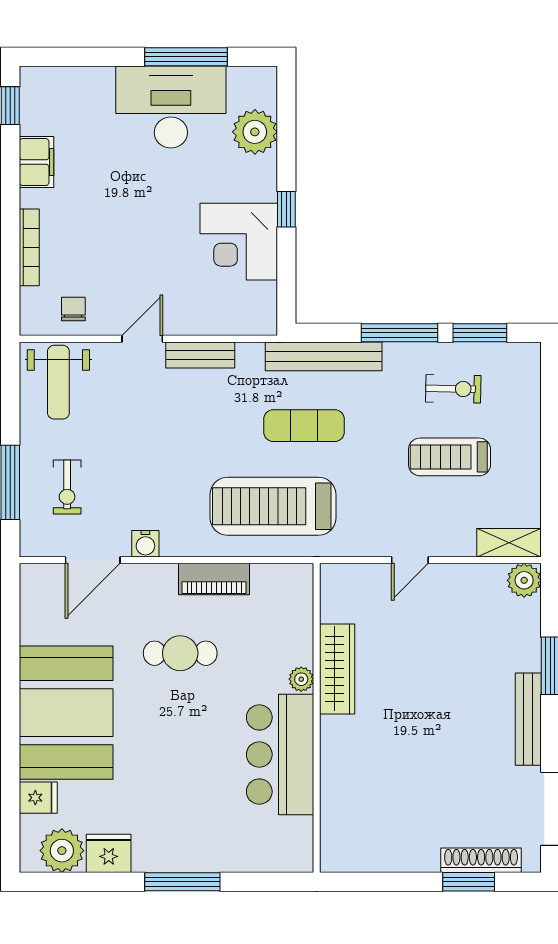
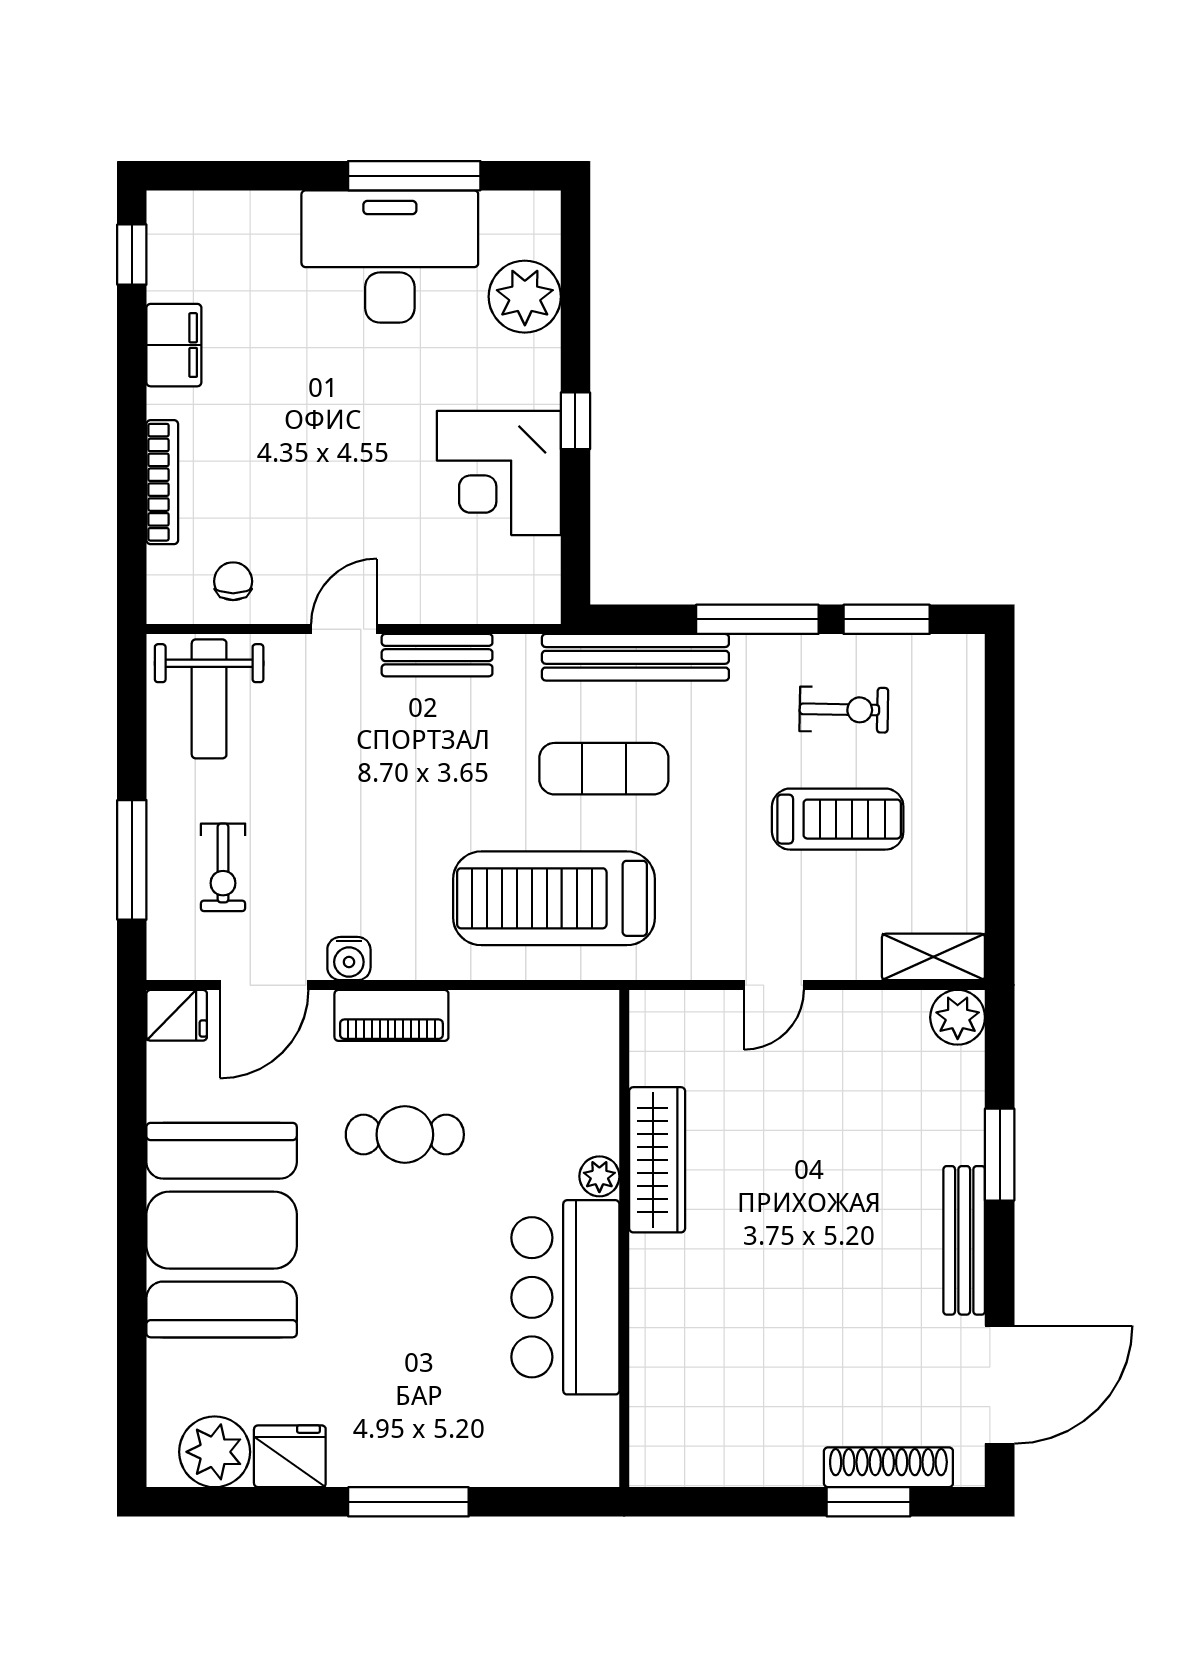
treadmill: (450, 457) -> (838, 819), turned 180
piano: (214, 579) -> (391, 1015), moved
fridge: (38, 798) -> (177, 1015), moved

